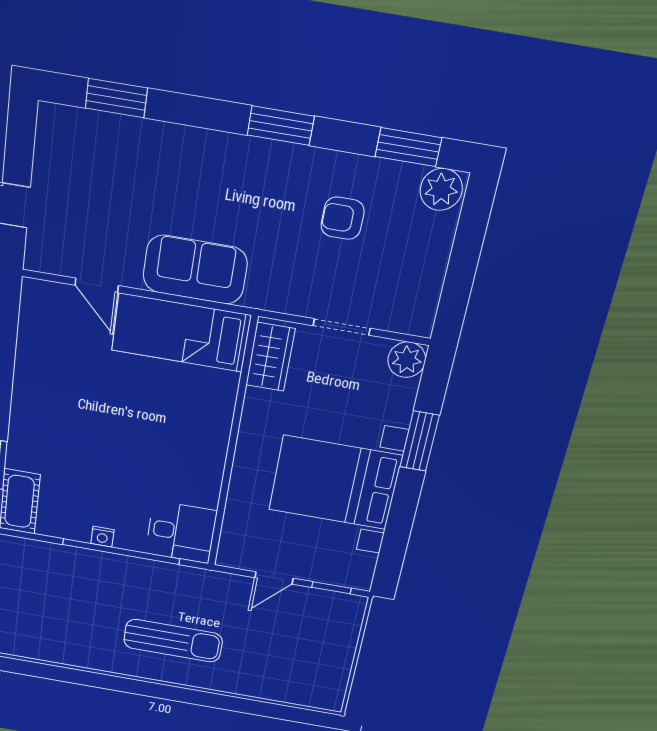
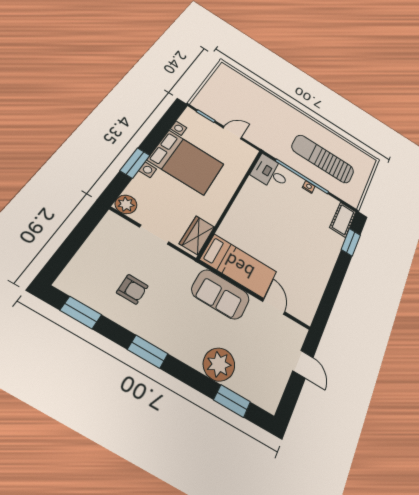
plant: (441, 189) -> (219, 364), moved, width x1.36, depth x1.36
sun lounger: (173, 641) -> (323, 159), moved, width x1.36, depth x1.34

